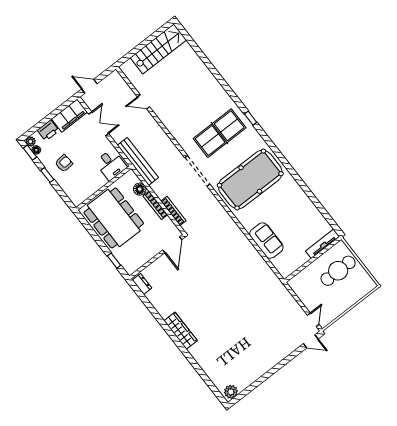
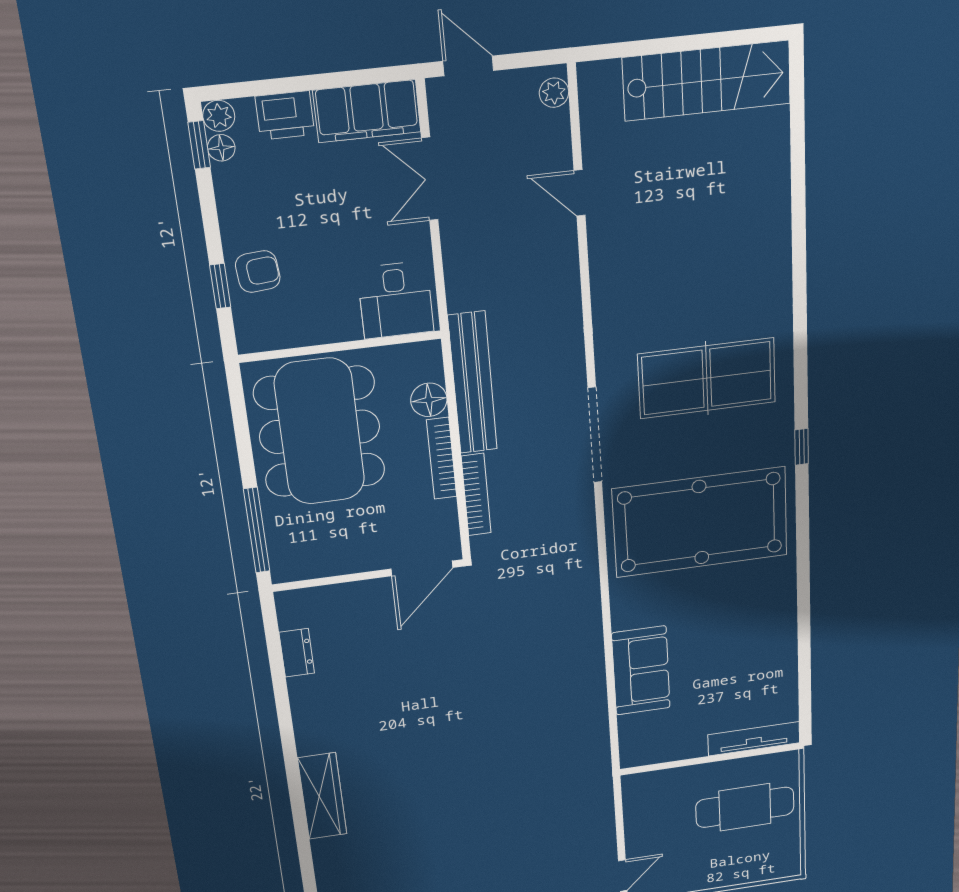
plant: (118, 79) -> (554, 93), added
window: (251, 118) -> (802, 447), moved
double door: (99, 124) -> (430, 179), swing flipped
bench: (138, 161) -> (473, 383), moved
armchair: (64, 163) -> (258, 272), moved
window: (47, 175) -> (220, 286), moved
window: (114, 261) -> (257, 530), width x2.17
dresser: (142, 284) -> (297, 653), moved
wardrobe: (181, 331) -> (322, 796), moved

